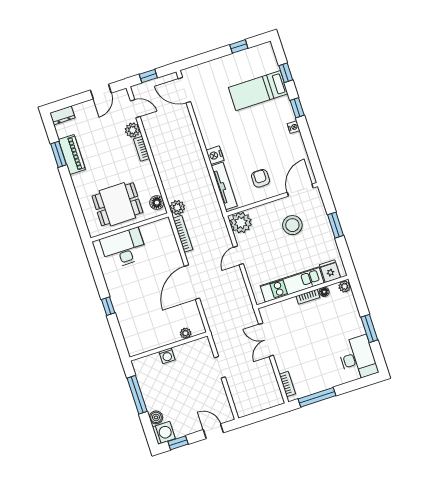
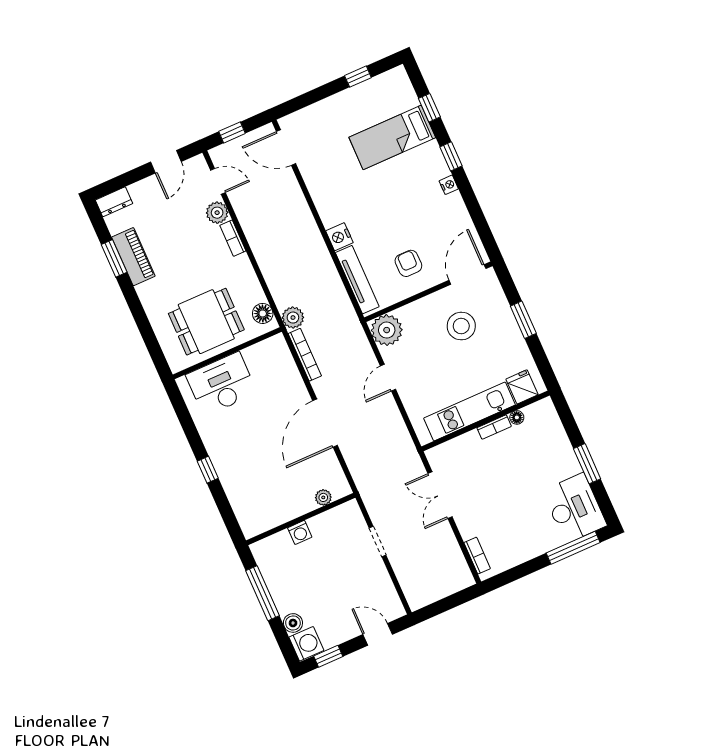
plant: (345, 286) -> (545, 407), removed
window: (317, 397) -> (573, 548), moved

